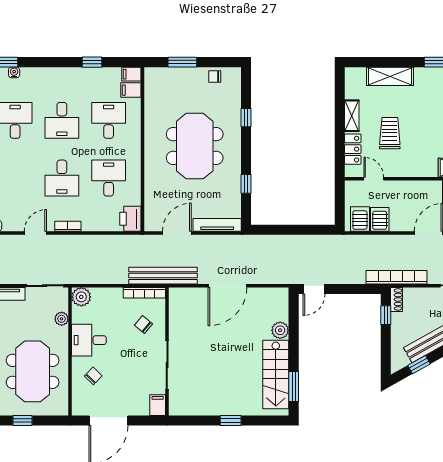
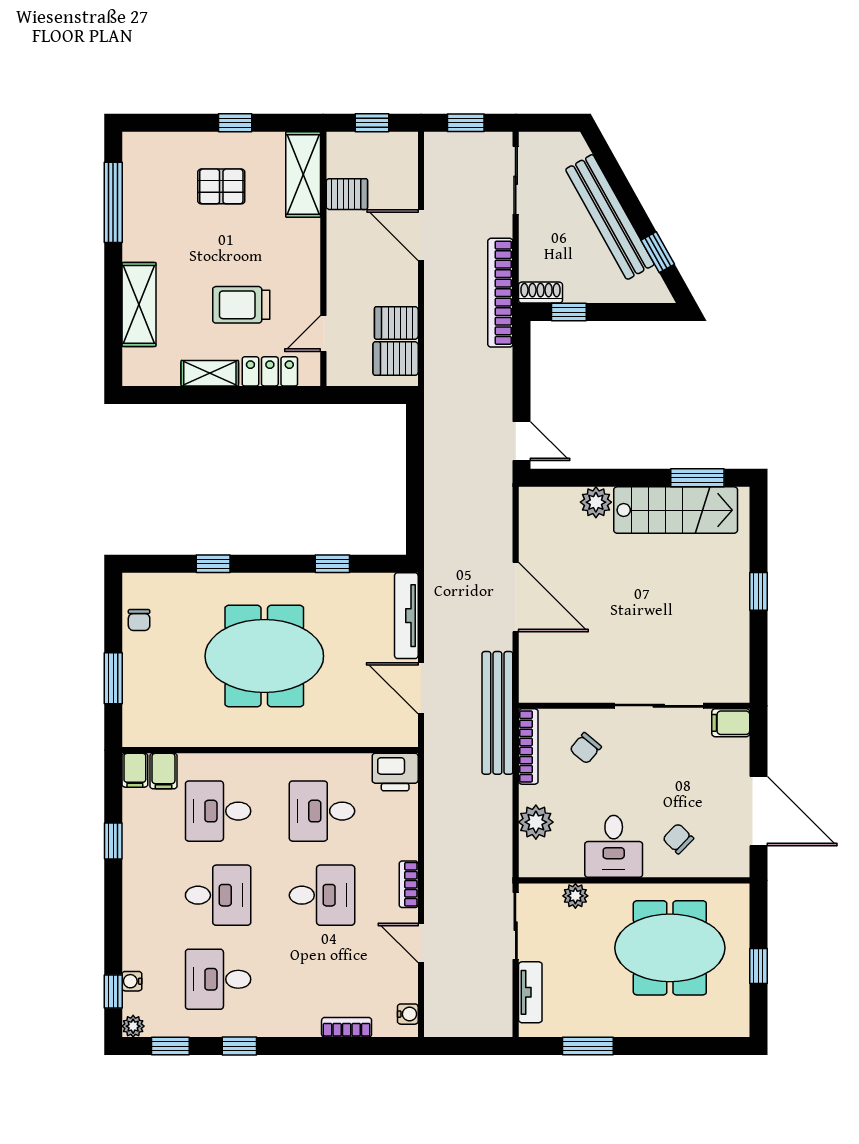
plant: (81, 297) -> (536, 822), moved

